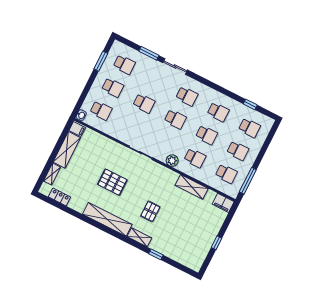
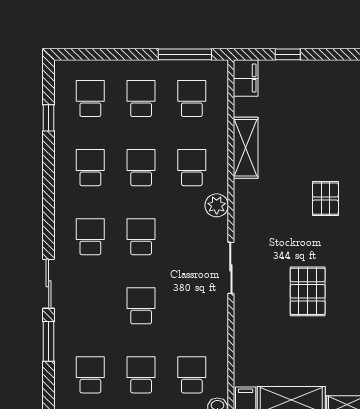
pallet: (150, 211) -> (325, 199), turned 90
window: (216, 243) -> (288, 54), moved

